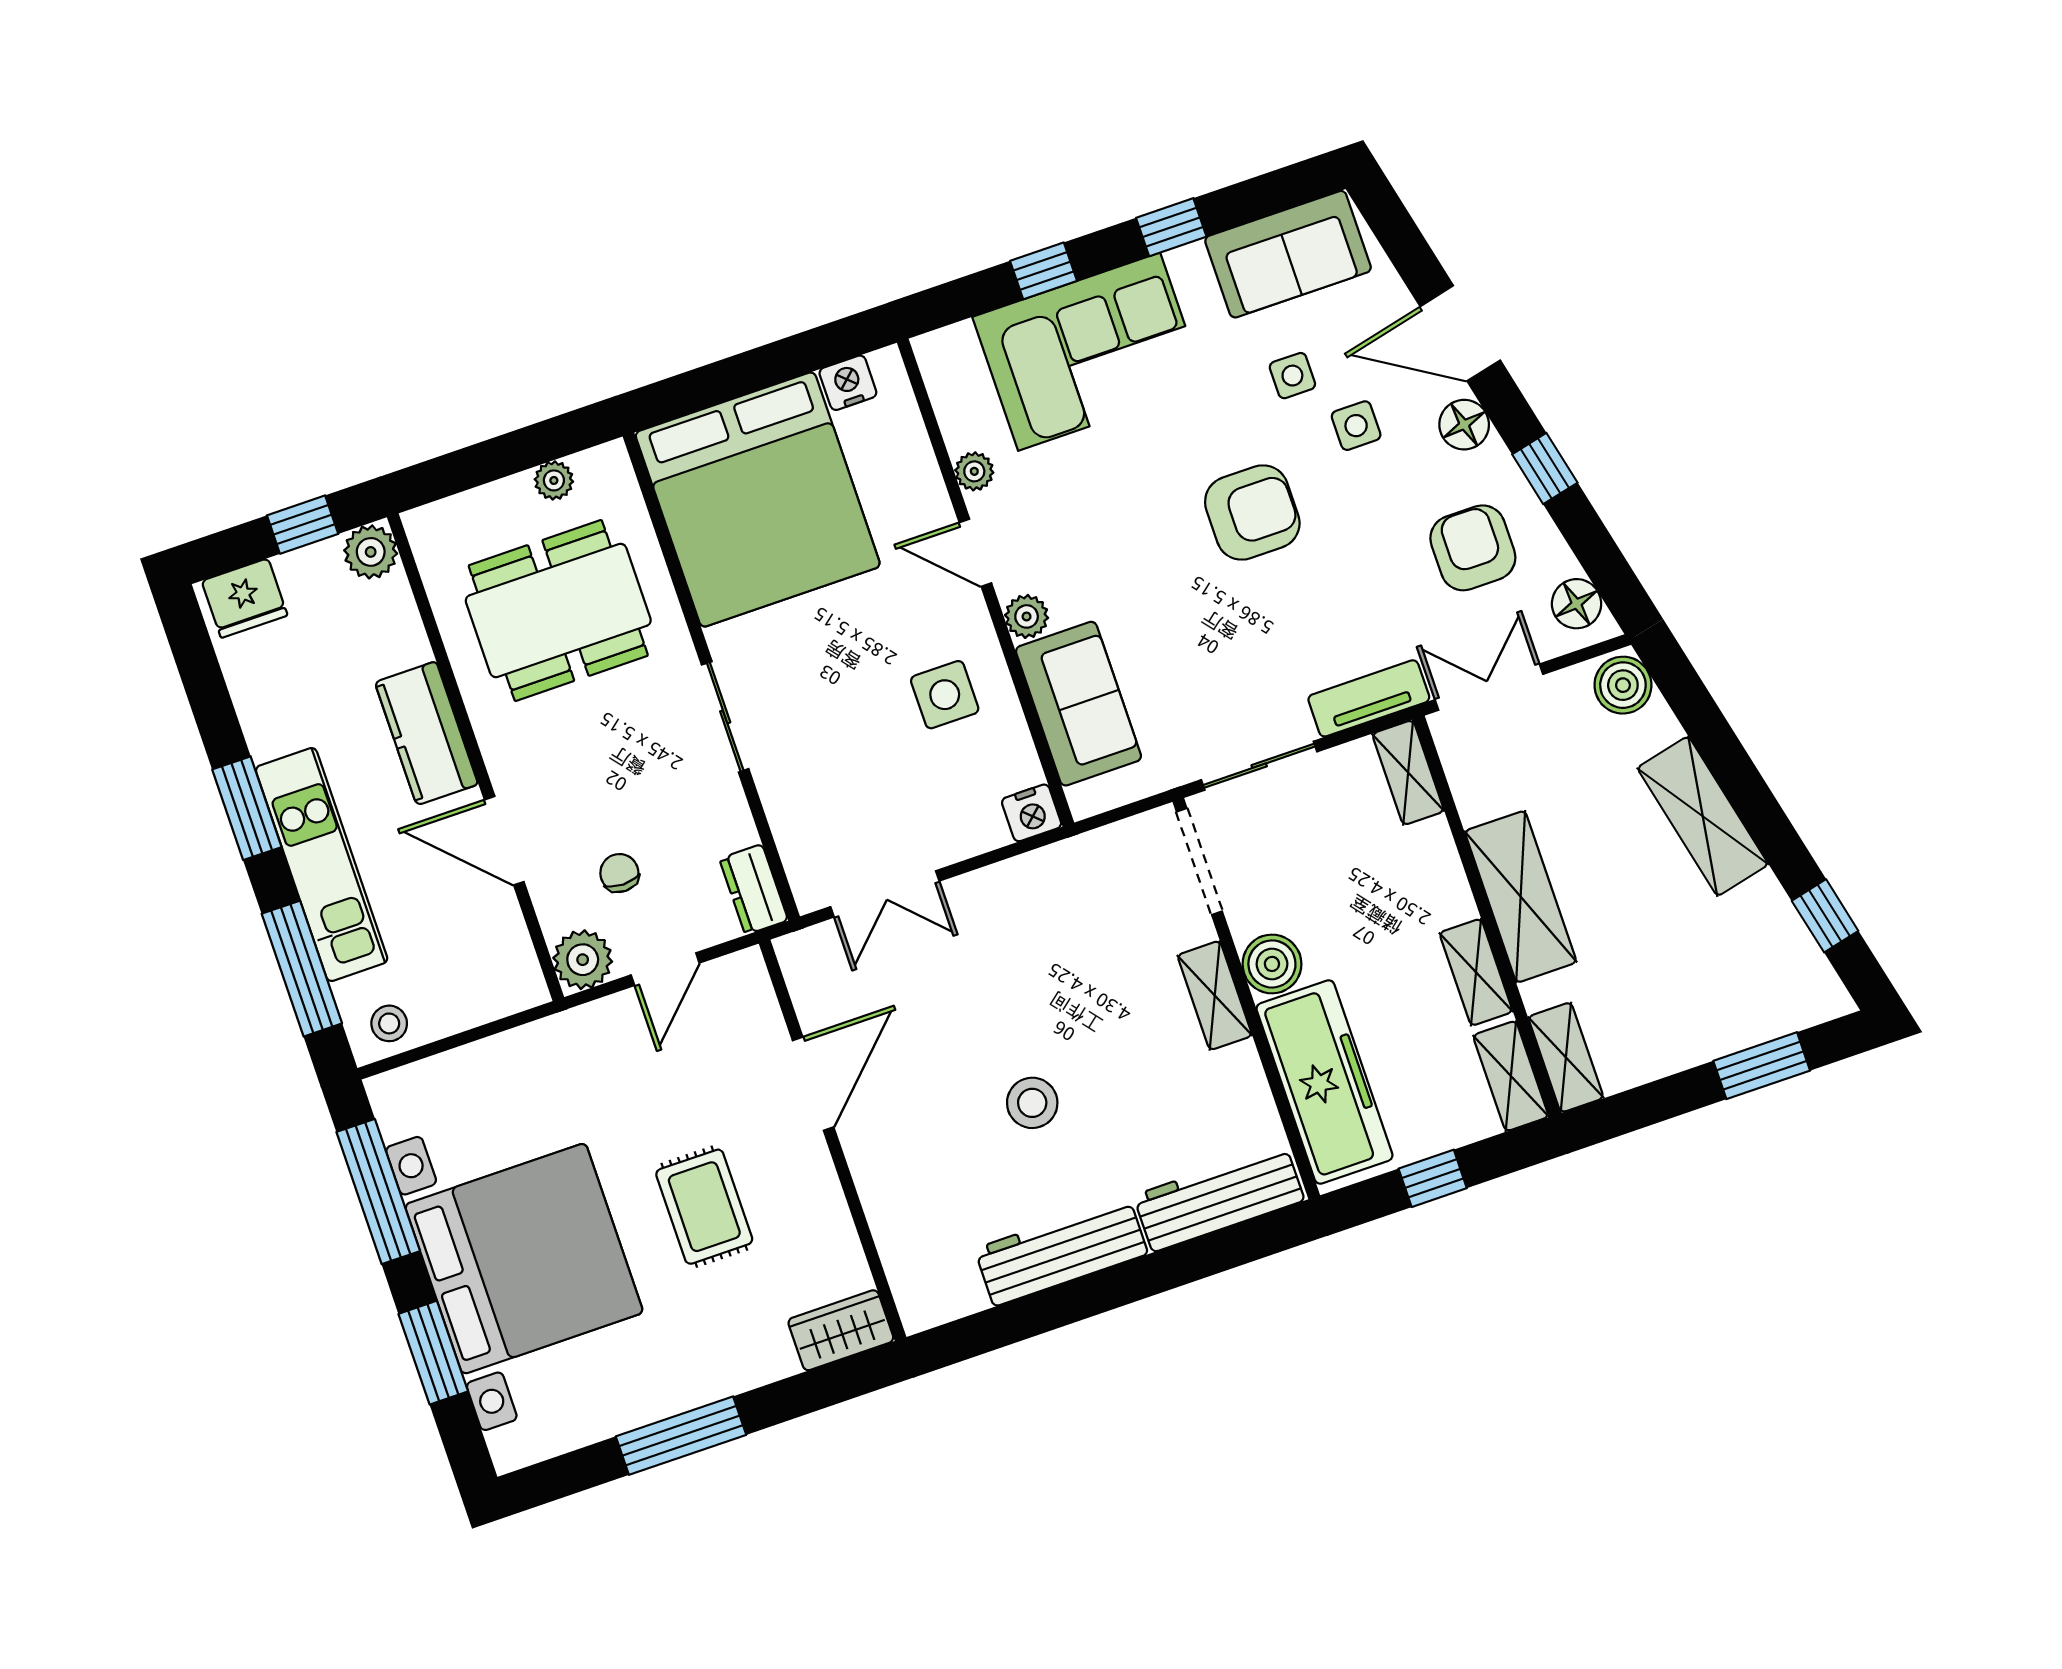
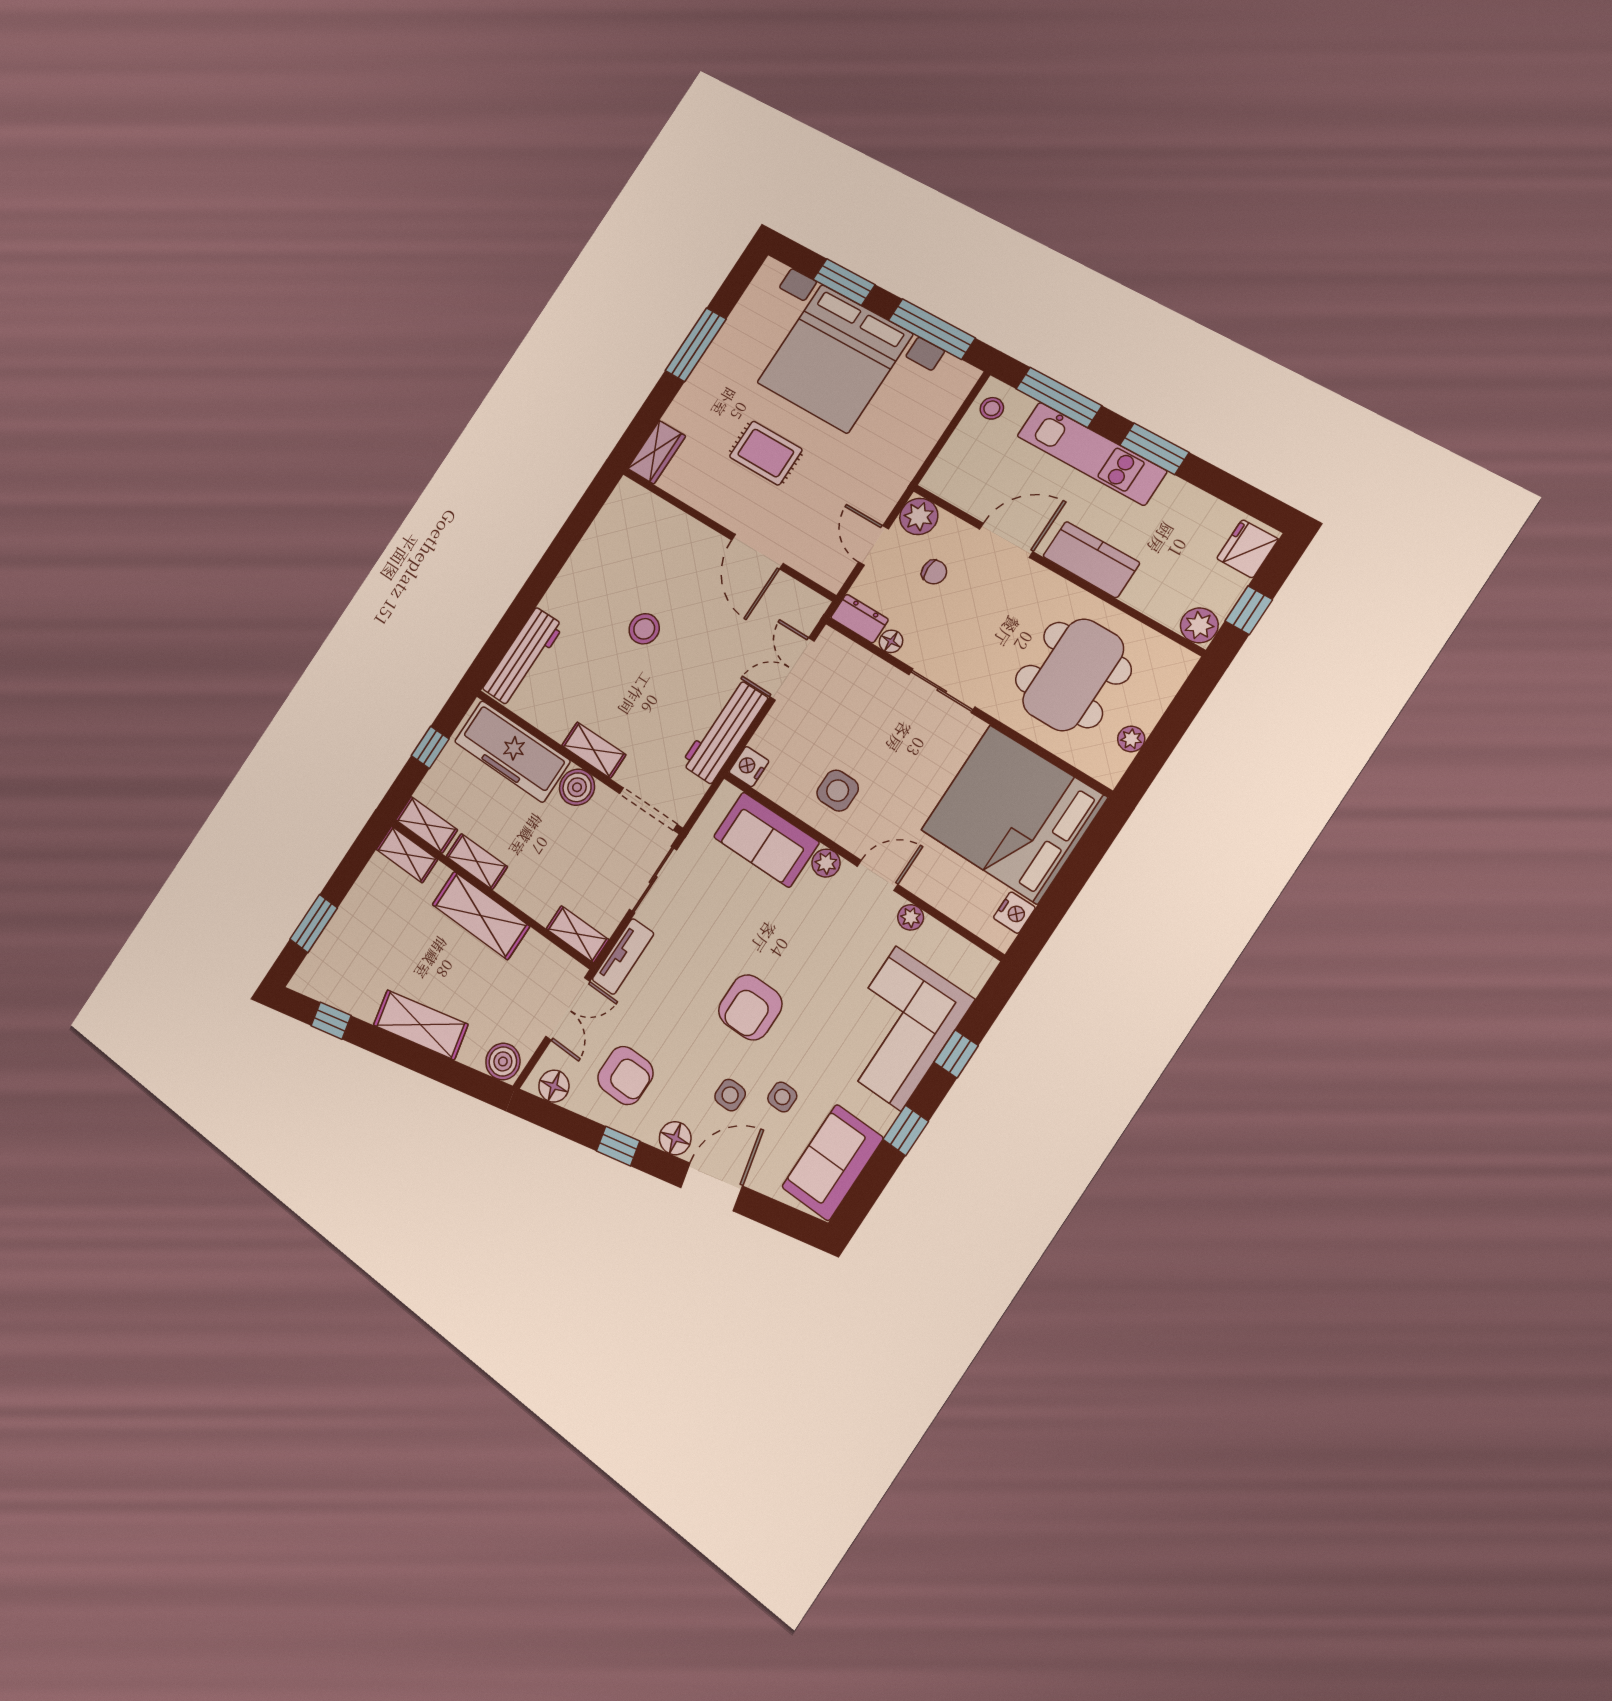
floor lamp: (738, 829) -> (891, 641), added
workbench: (1061, 1251) -> (724, 731), moved, turned 180

